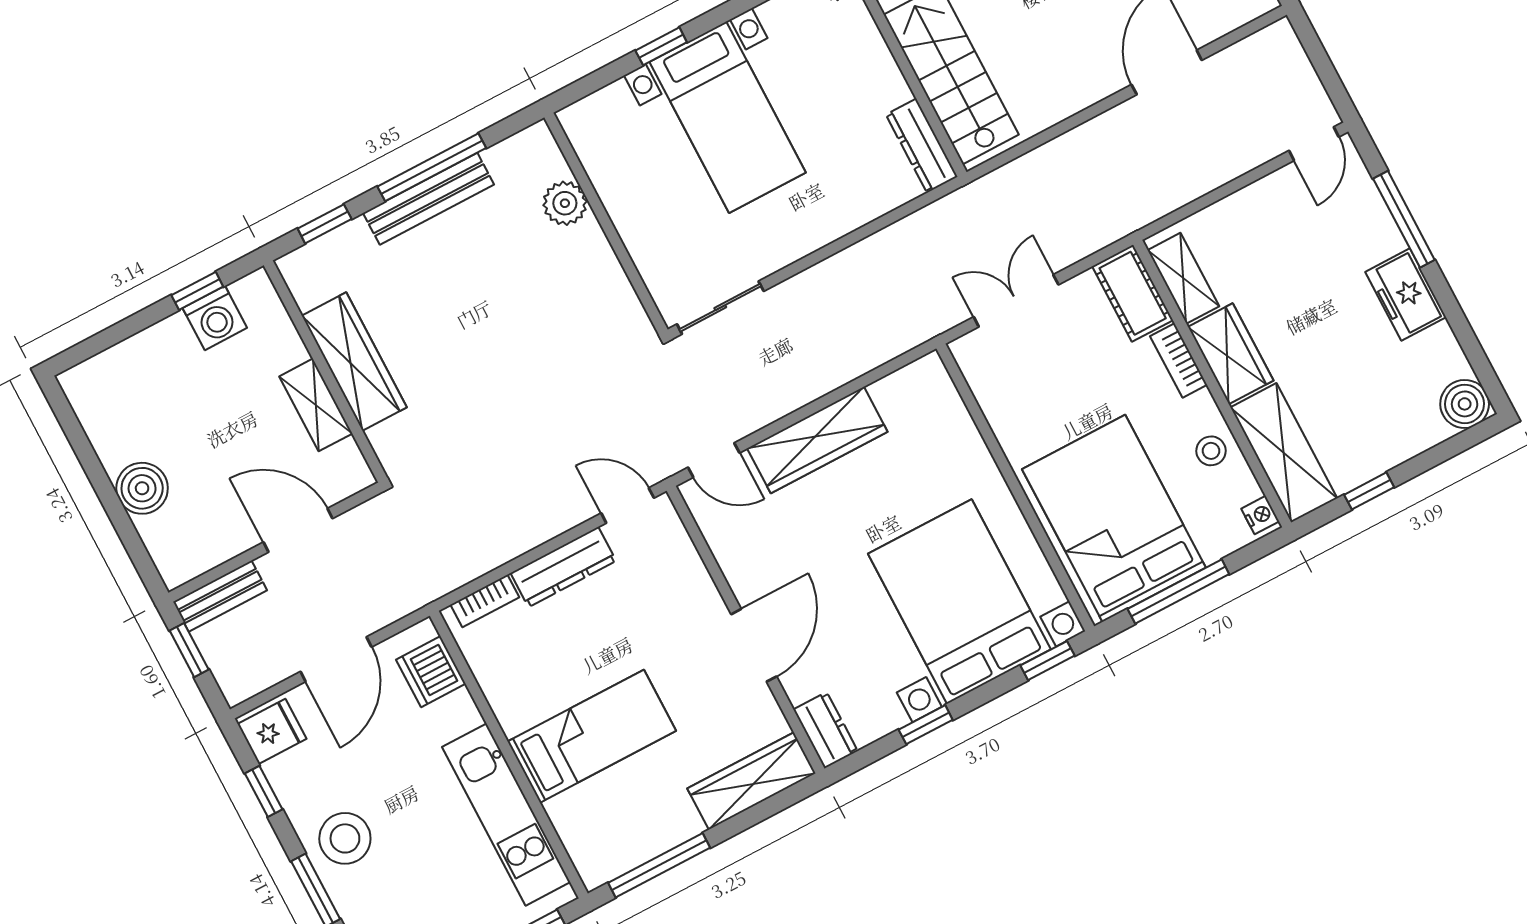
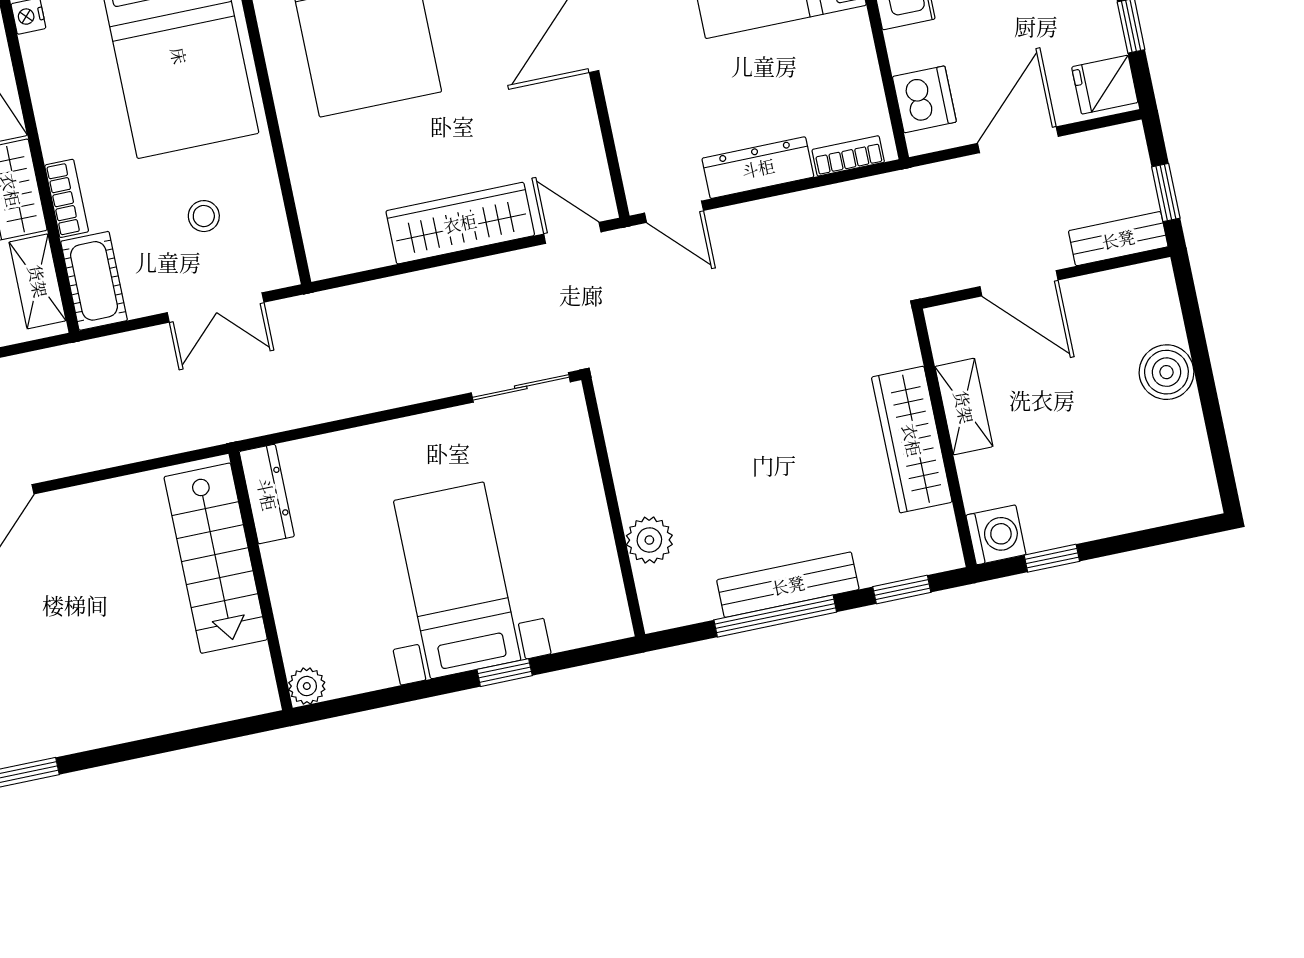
washing machine: (215, 318) -> (996, 535), moved, turned 90
stool: (1211, 451) -> (204, 216), moved

